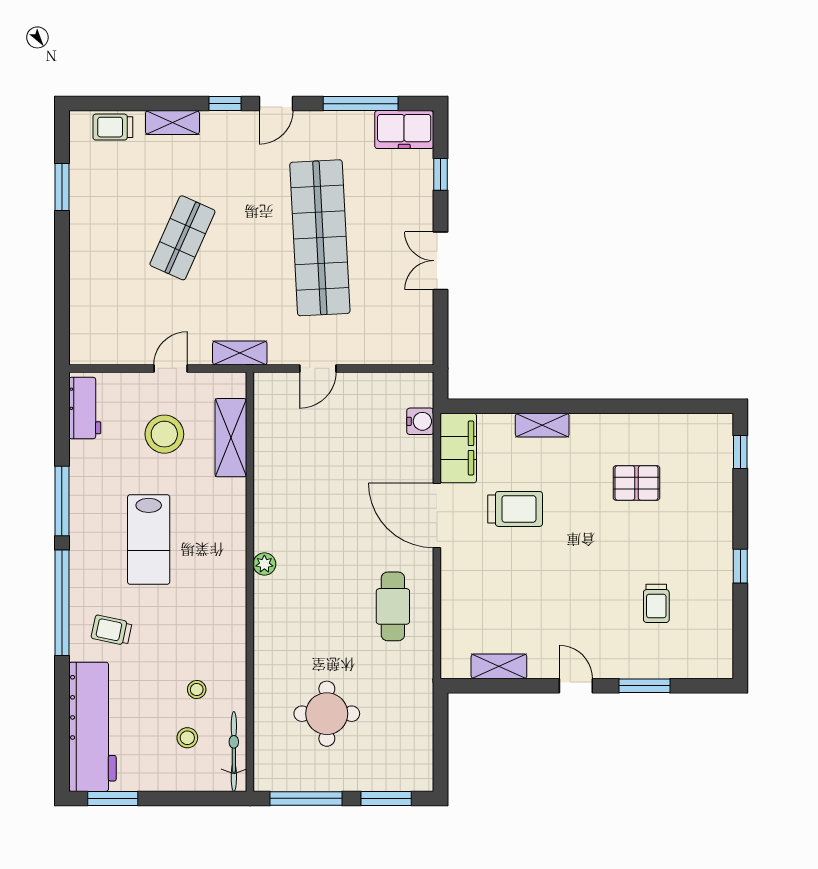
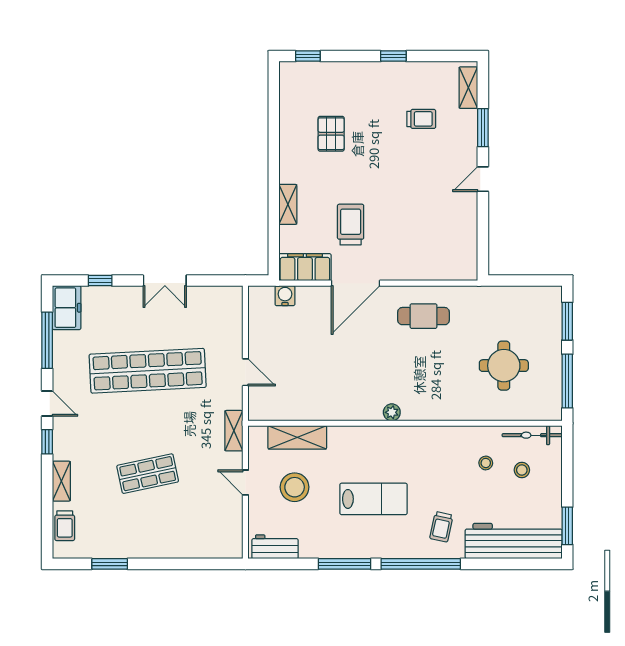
shop shelf: (182, 238) -> (148, 474), turned -36
shelving: (499, 666) -> (468, 88), moved

